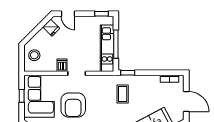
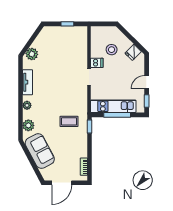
door: (68, 14) -> (147, 82), moved
stool: (34, 55) -> (112, 50), moved
corner sofa: (39, 96) -> (67, 41), removed
armchair: (73, 105) -> (58, 74), removed

